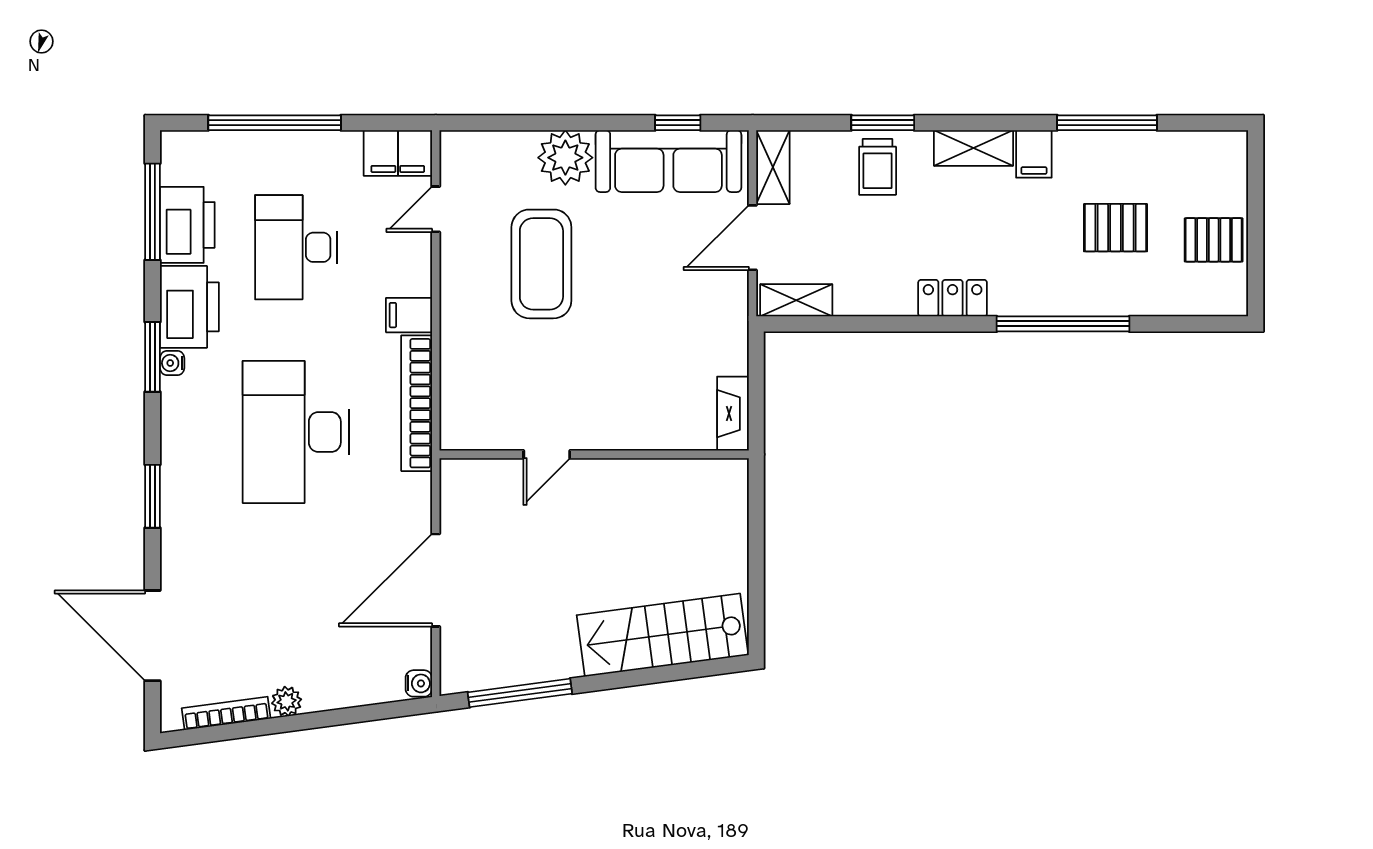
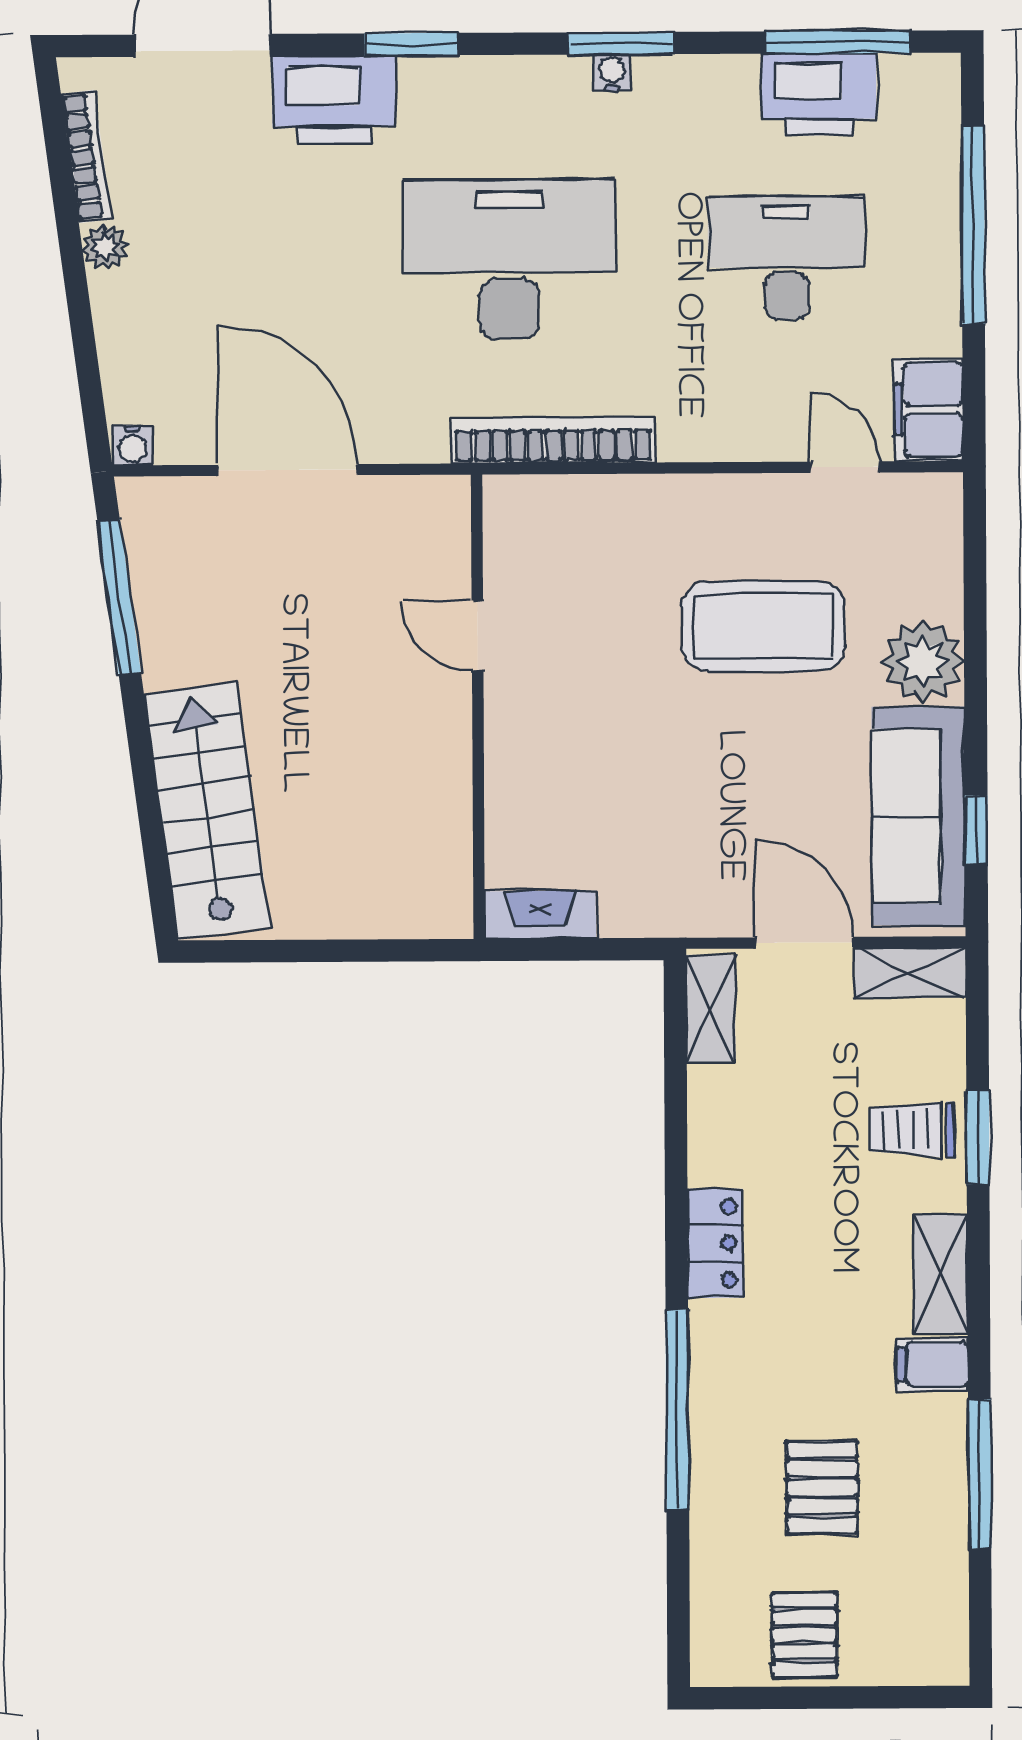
printer: (189, 307) -> (334, 100), moved
filing cabinet: (409, 315) -> (685, 428), removed

